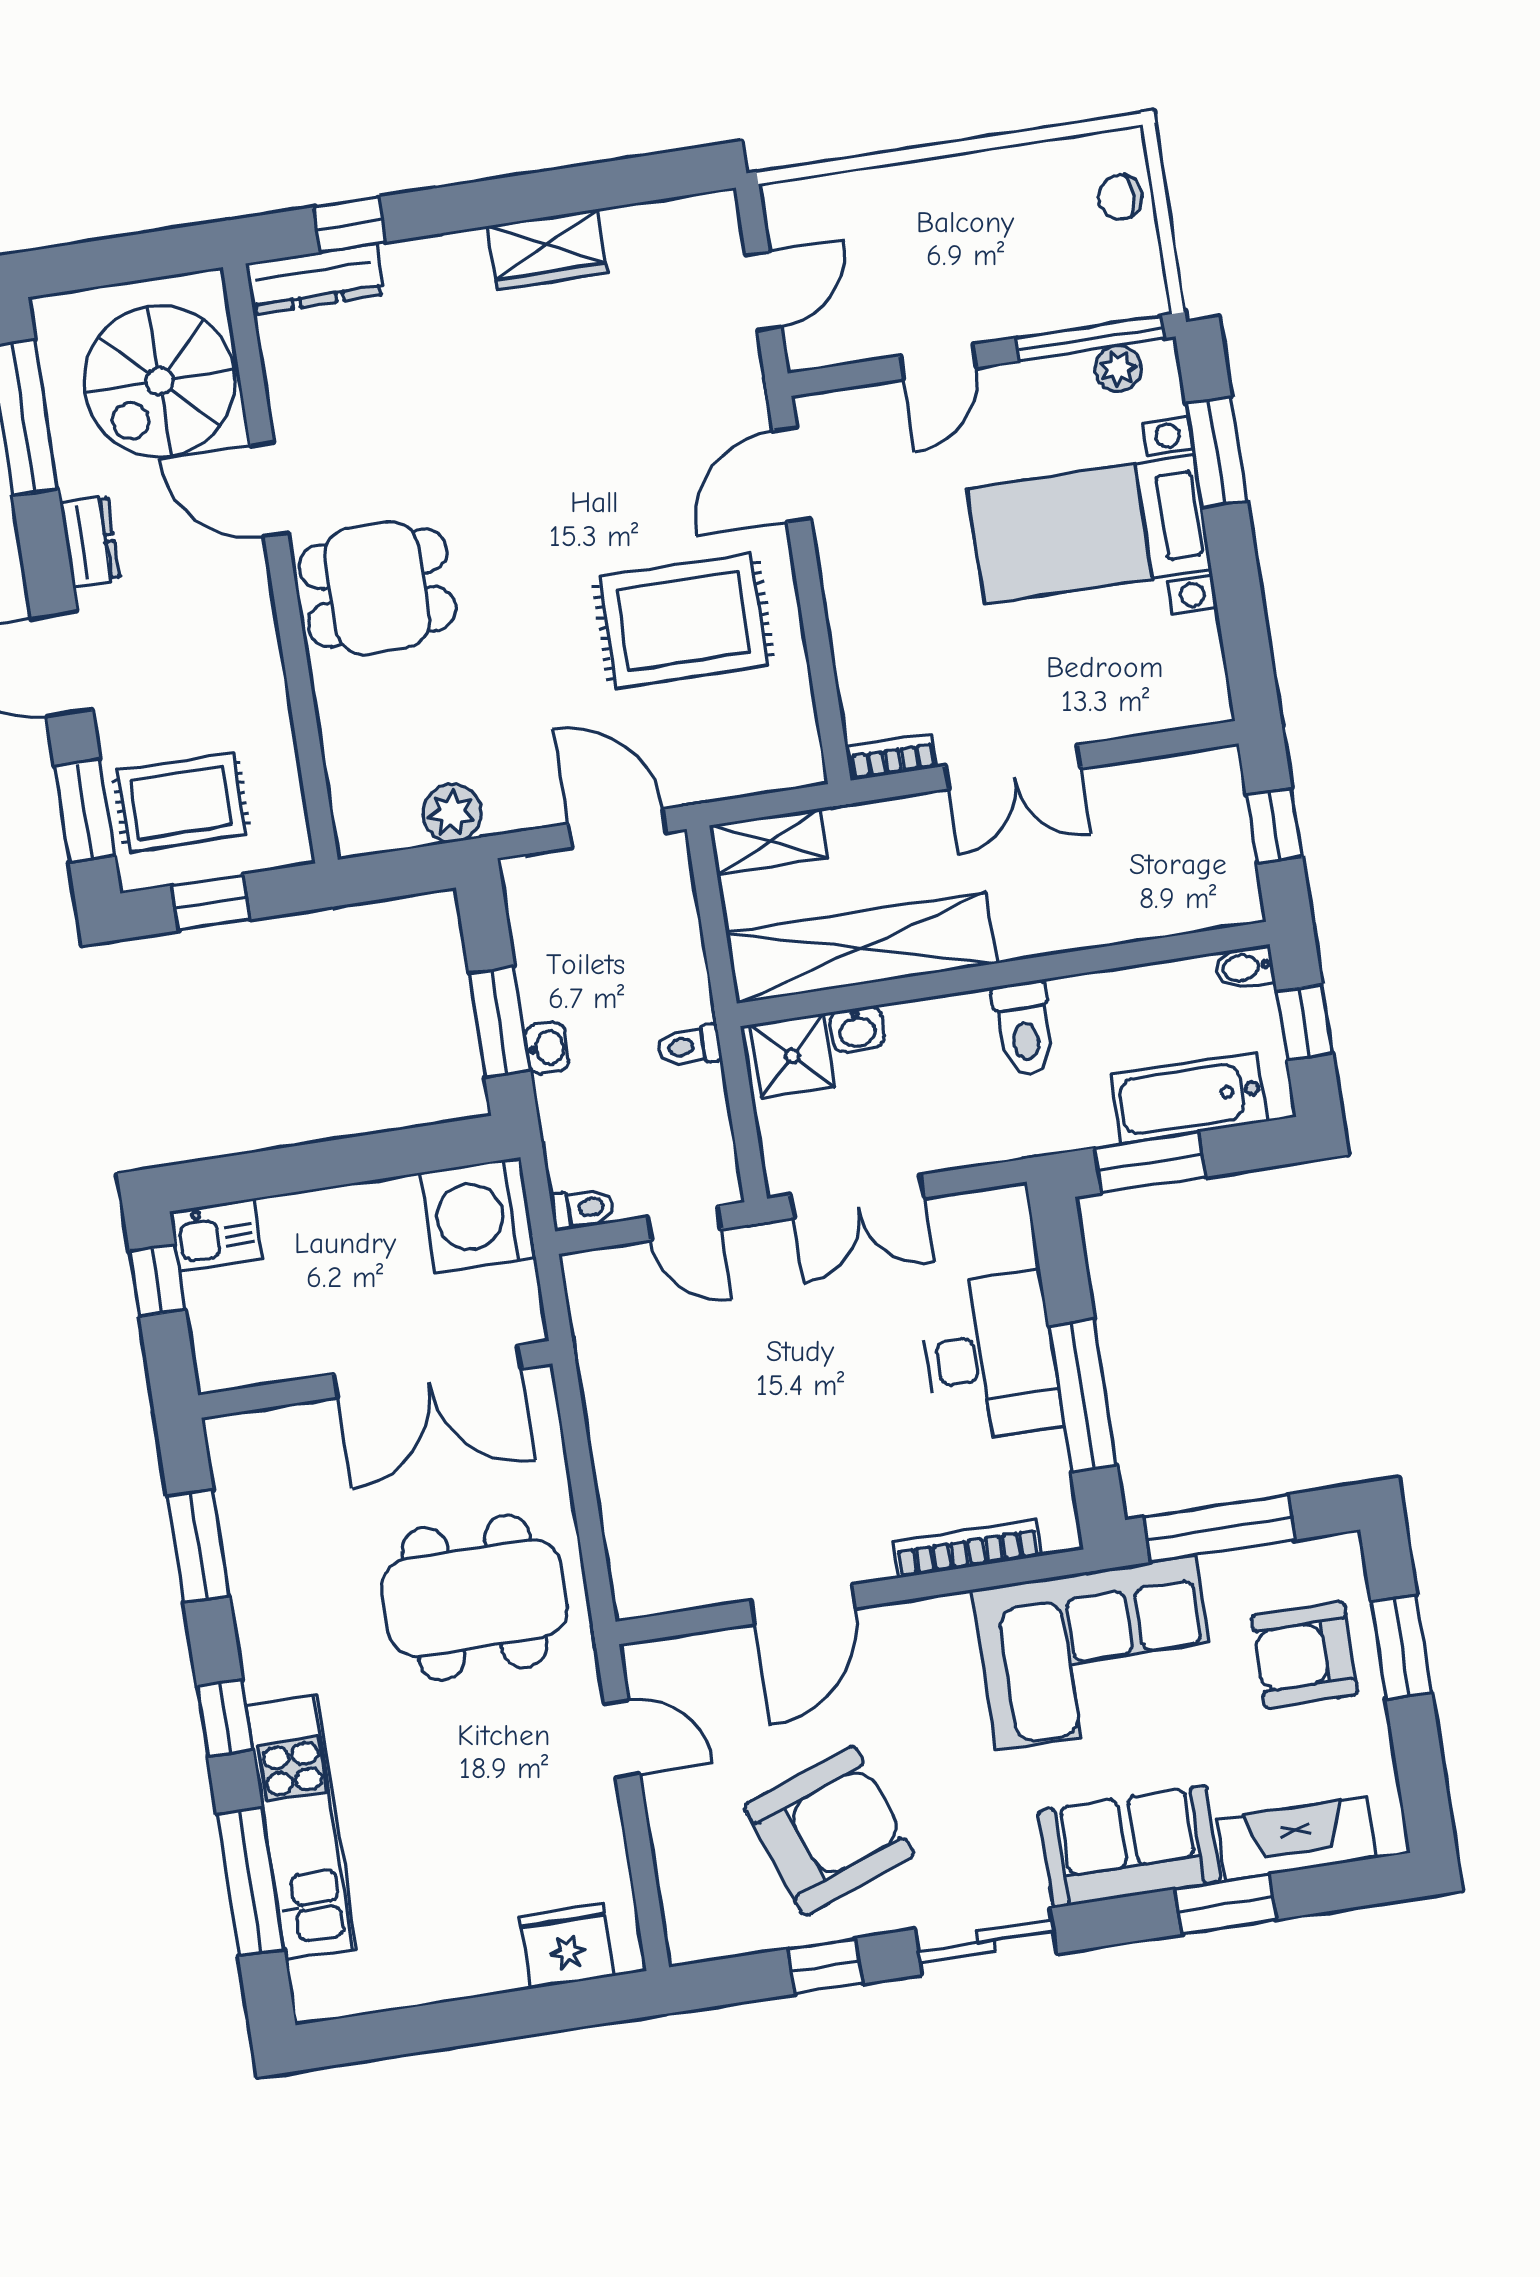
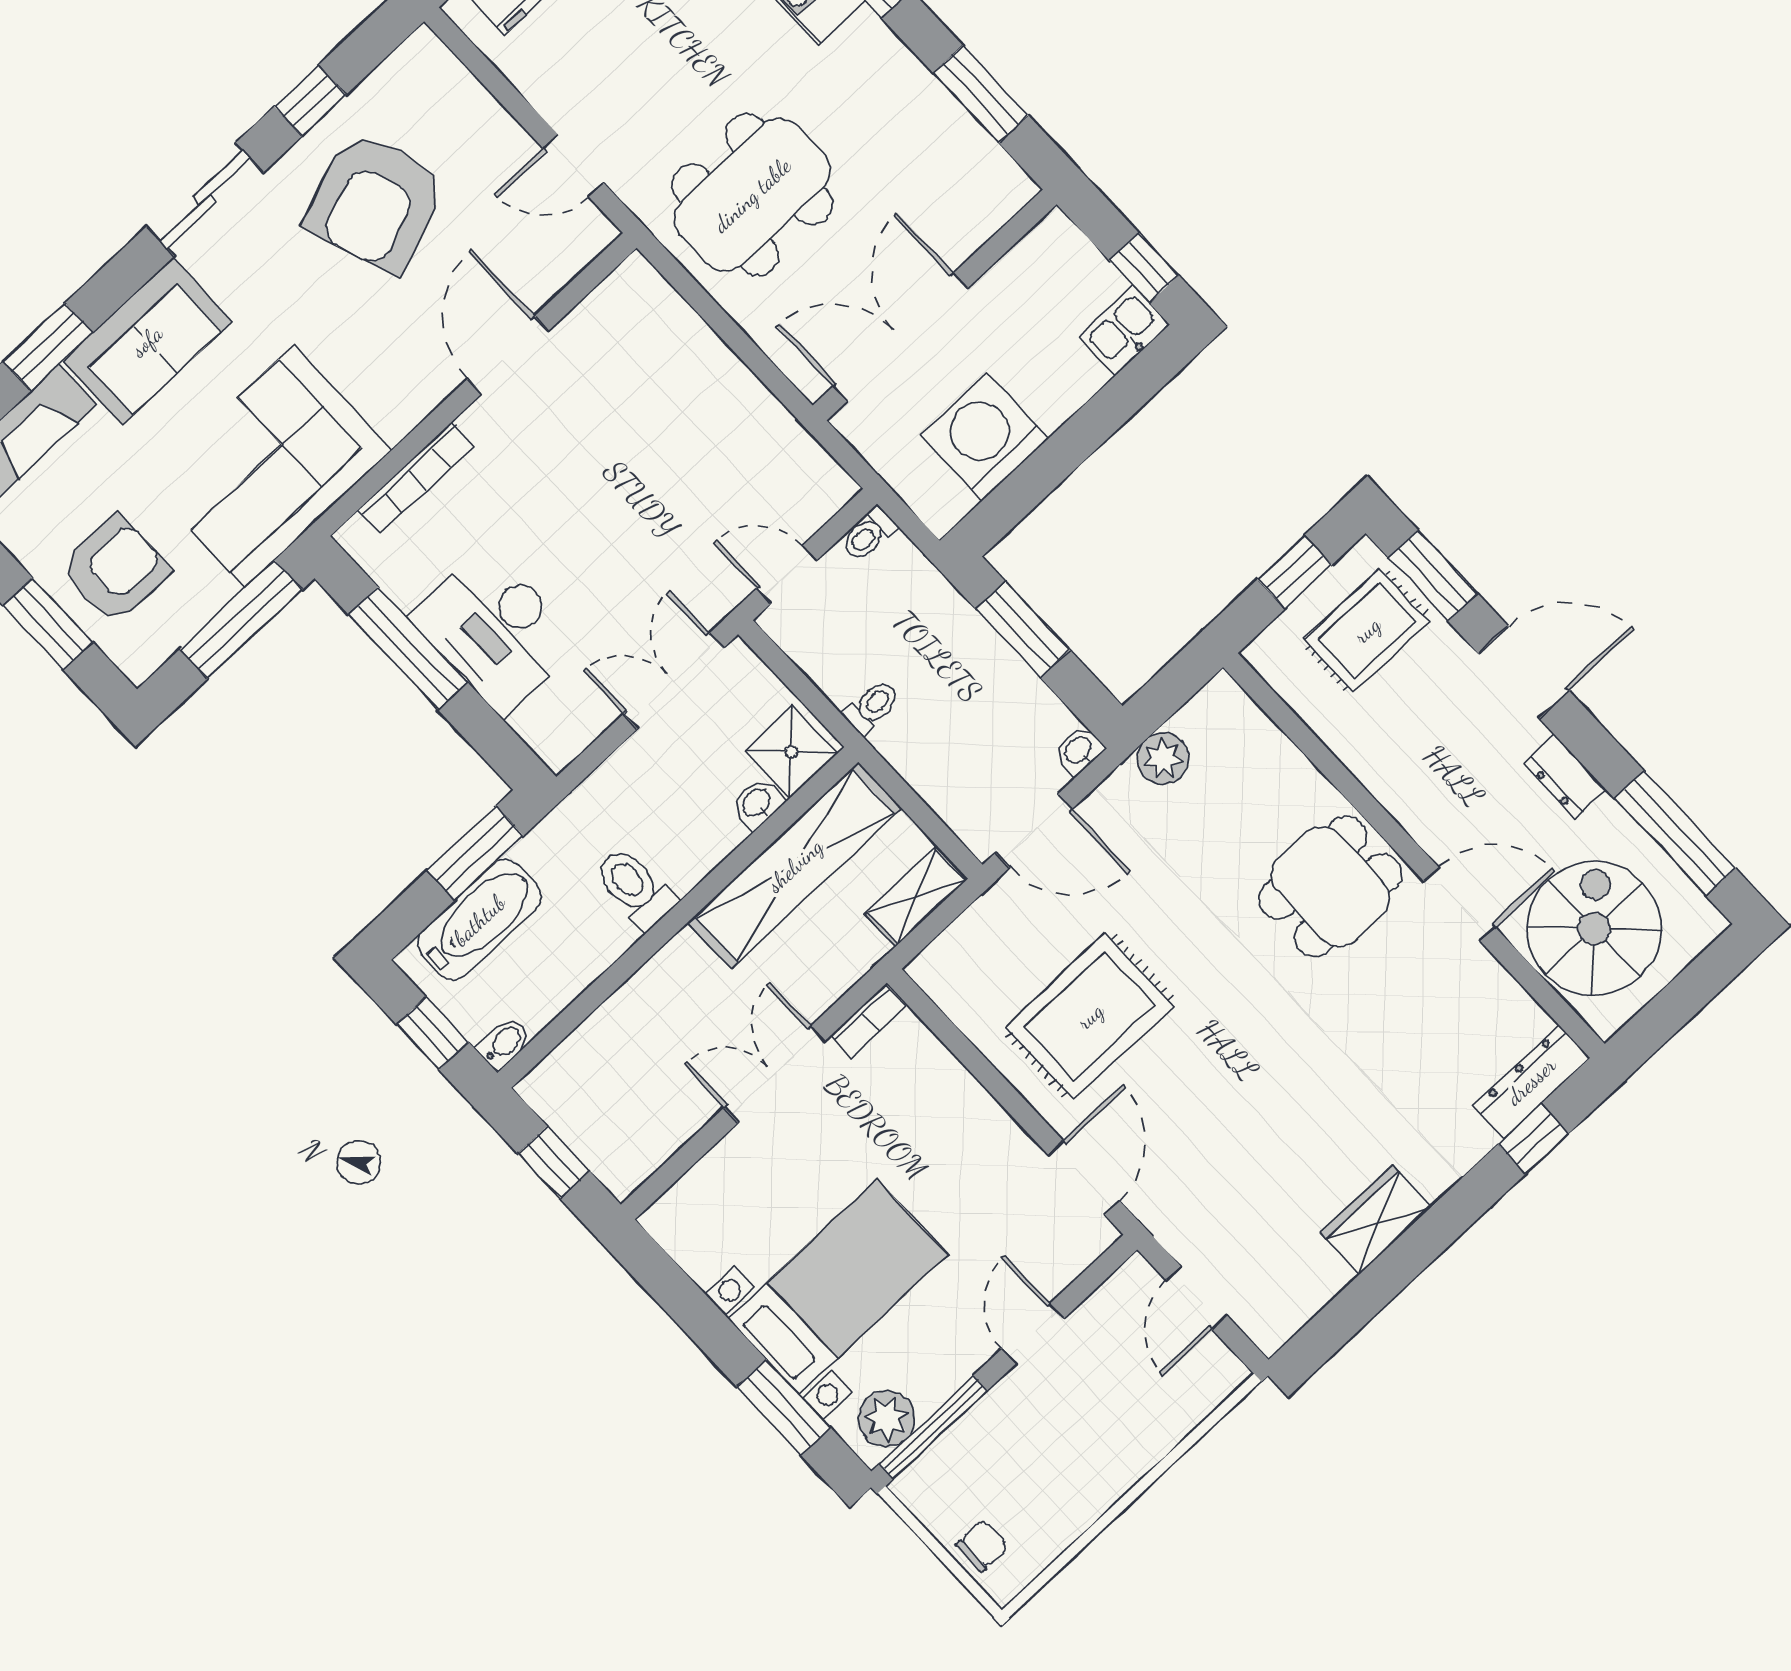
plant: (1118, 369) -> (887, 1419), width x1.38, depth x1.38
washbasin: (547, 1048) -> (1079, 750), moved, turned 90
washing machine: (478, 1215) -> (985, 437), moved, turned -90

